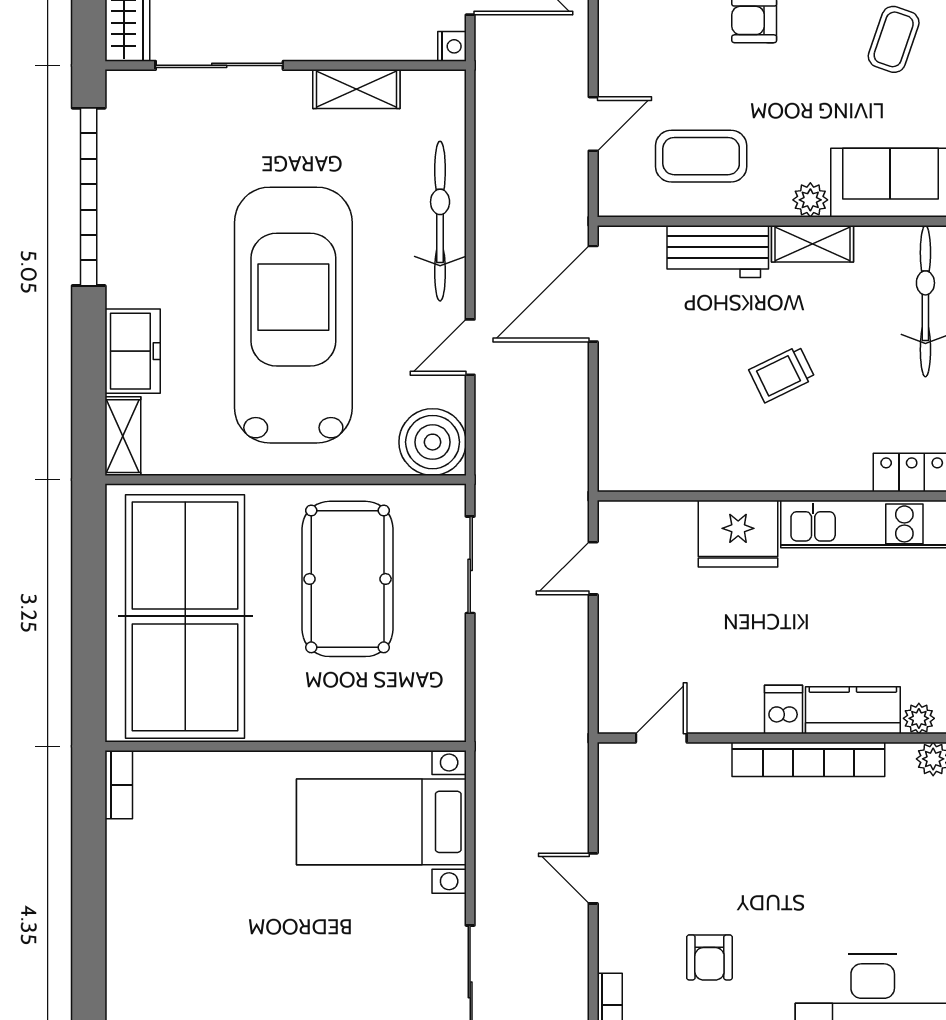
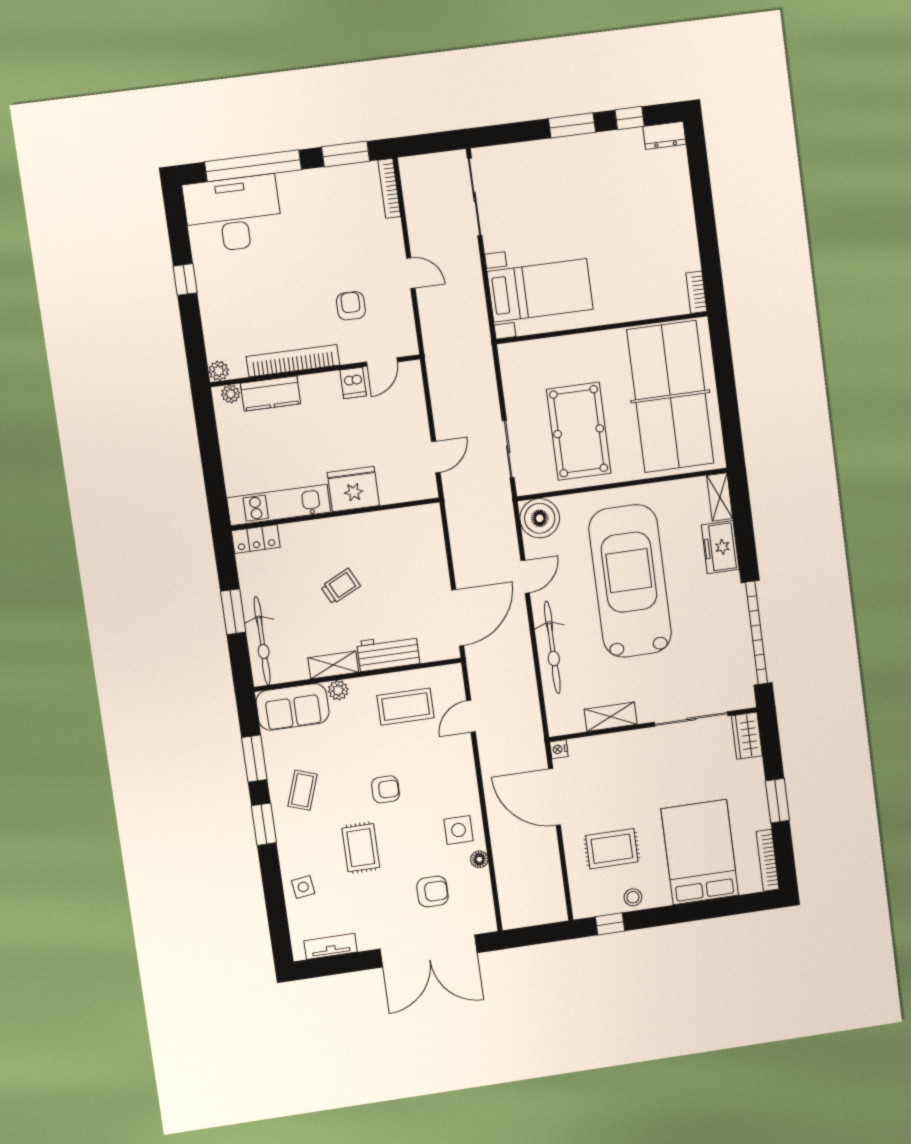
car: (293, 315) -> (630, 581), turned 180
dishwasher: (783, 710) -> (353, 383), moved
armchair: (709, 957) -> (351, 306), moved

